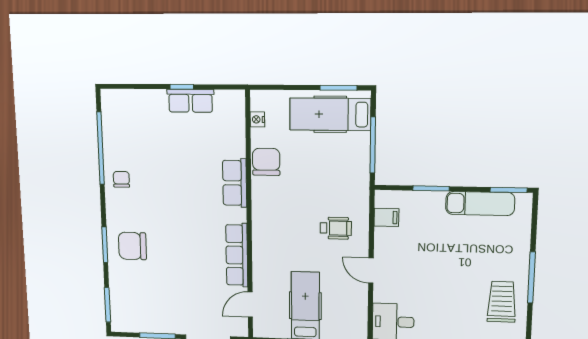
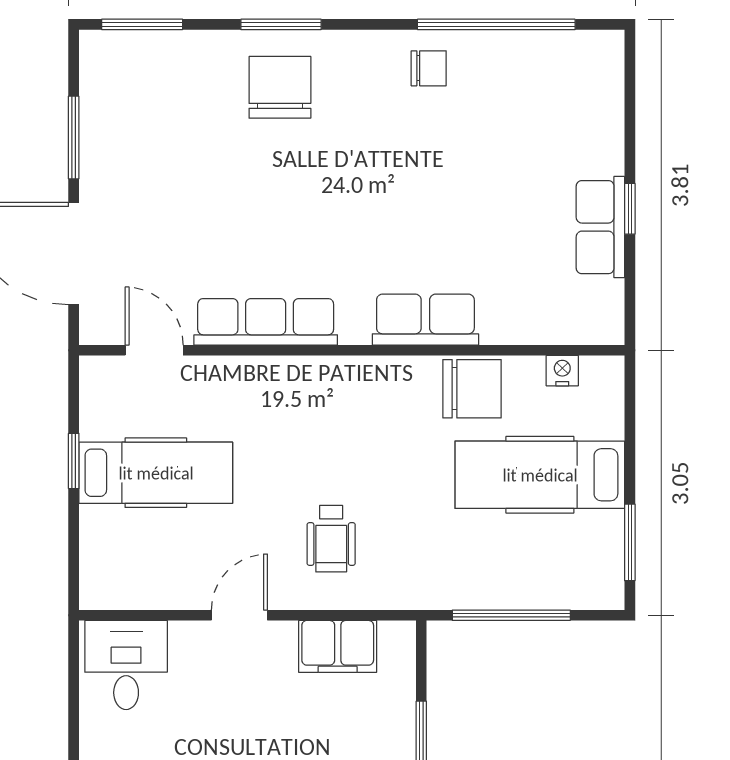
hospital bed: (330, 114) -> (540, 475), moved, turned -90
filing cabinet: (386, 217) -> (338, 646), width x2.00

